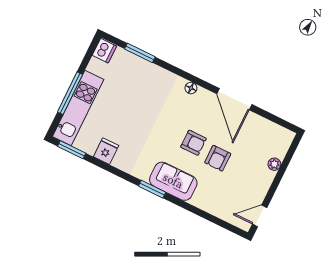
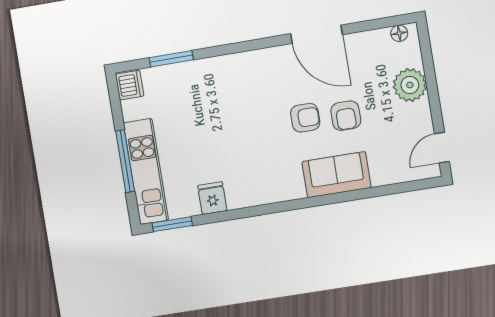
floor lamp: (191, 88) -> (399, 33), moved
plant: (274, 164) -> (410, 85), width x1.88, depth x1.88
sofa: (173, 181) -> (337, 175), moved
window: (152, 189) -> (296, 205), removed

